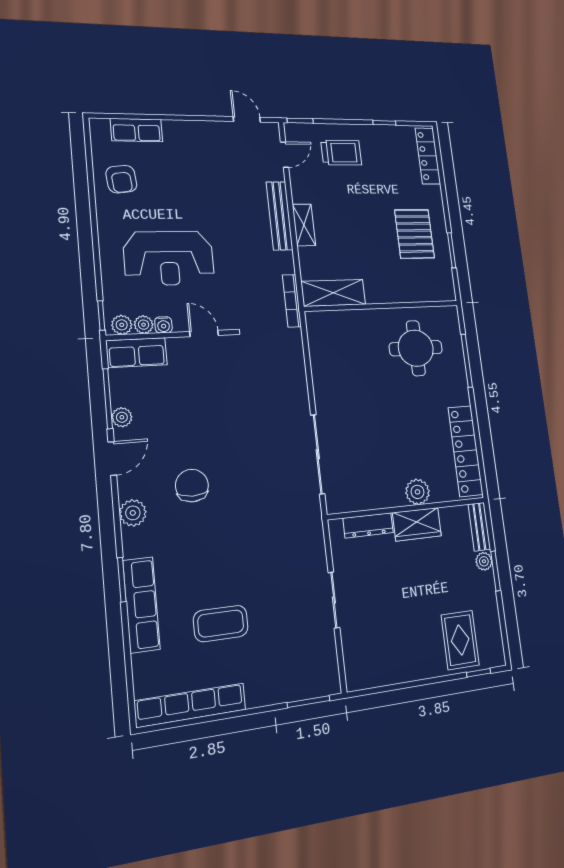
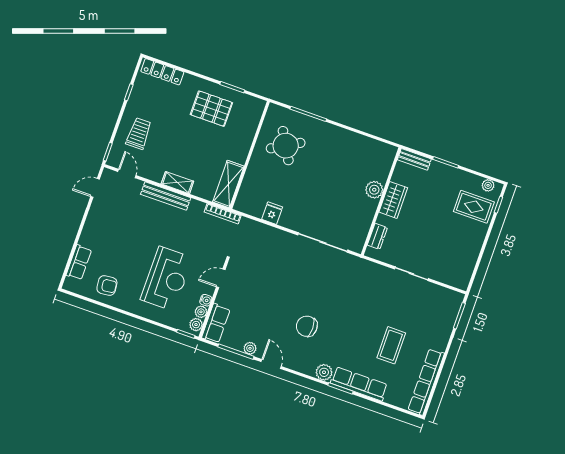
round table: (416, 348) -> (286, 146), turned -30
fridge: (324, 367) -> (272, 213), added
locker: (466, 451) -> (364, 145), removed
plant: (133, 513) -> (324, 372), moved
dresser: (368, 525) -> (377, 236), width x0.70
plant: (484, 561) -> (488, 185), moved

